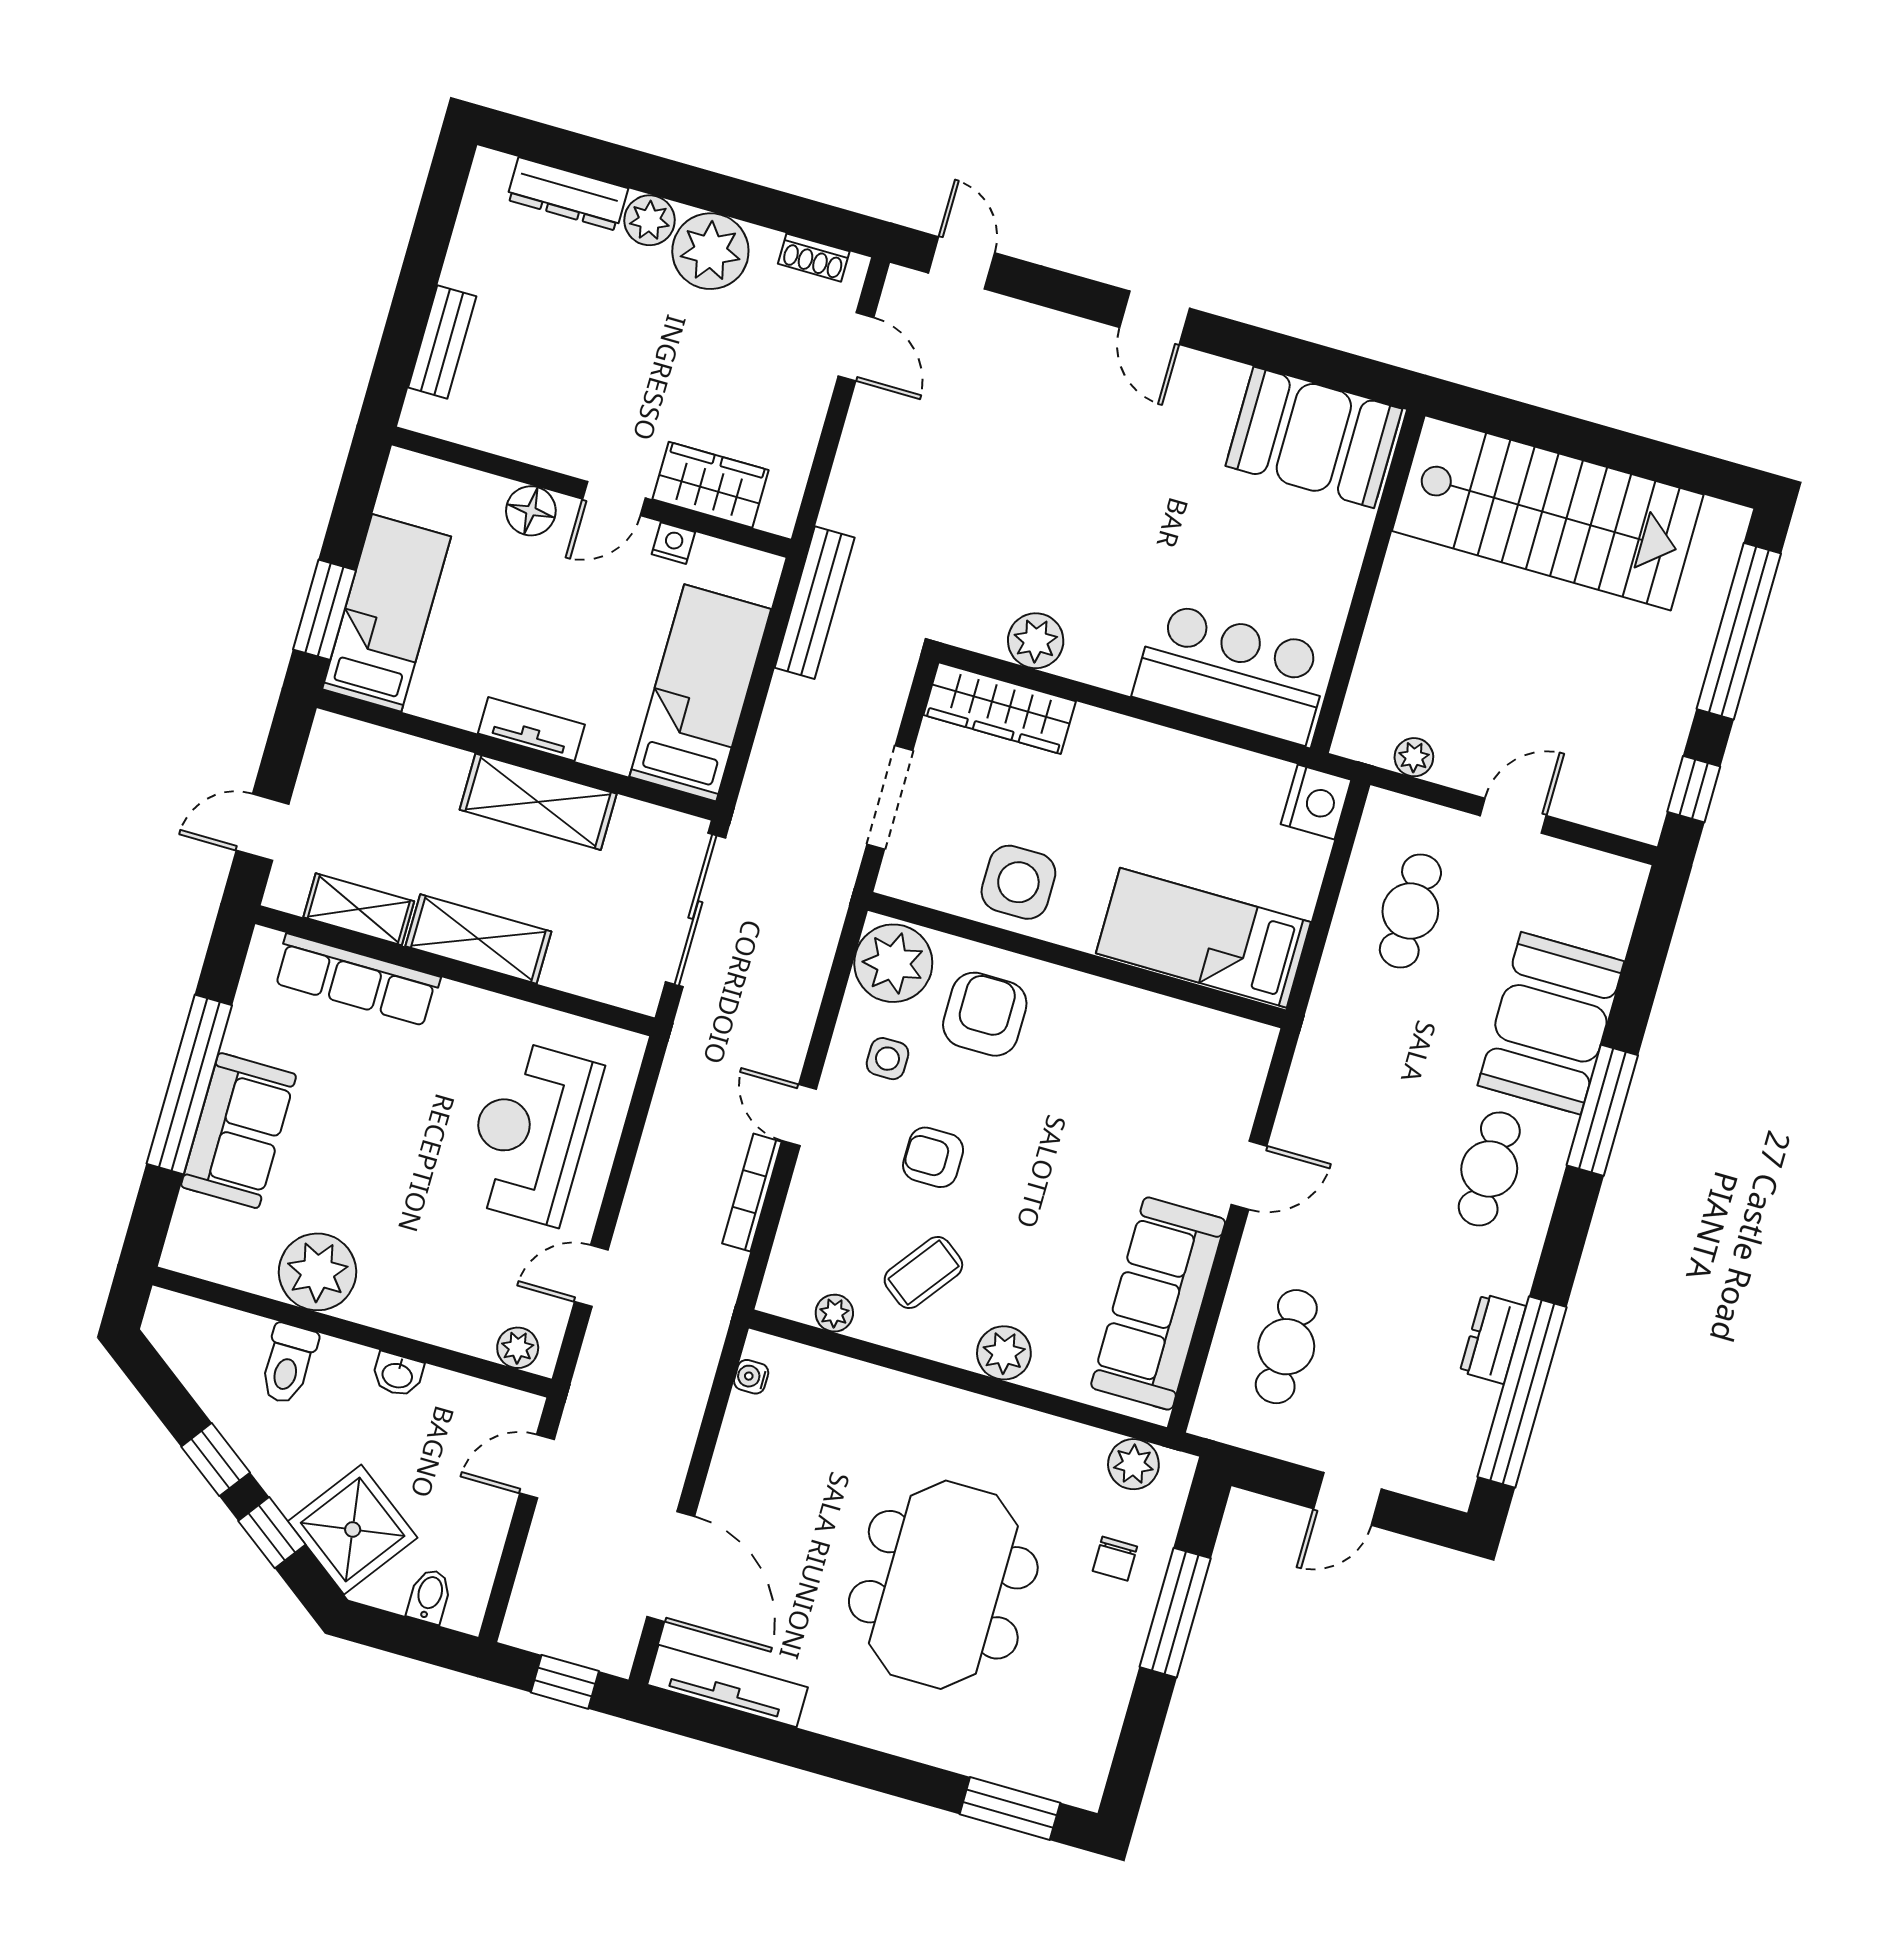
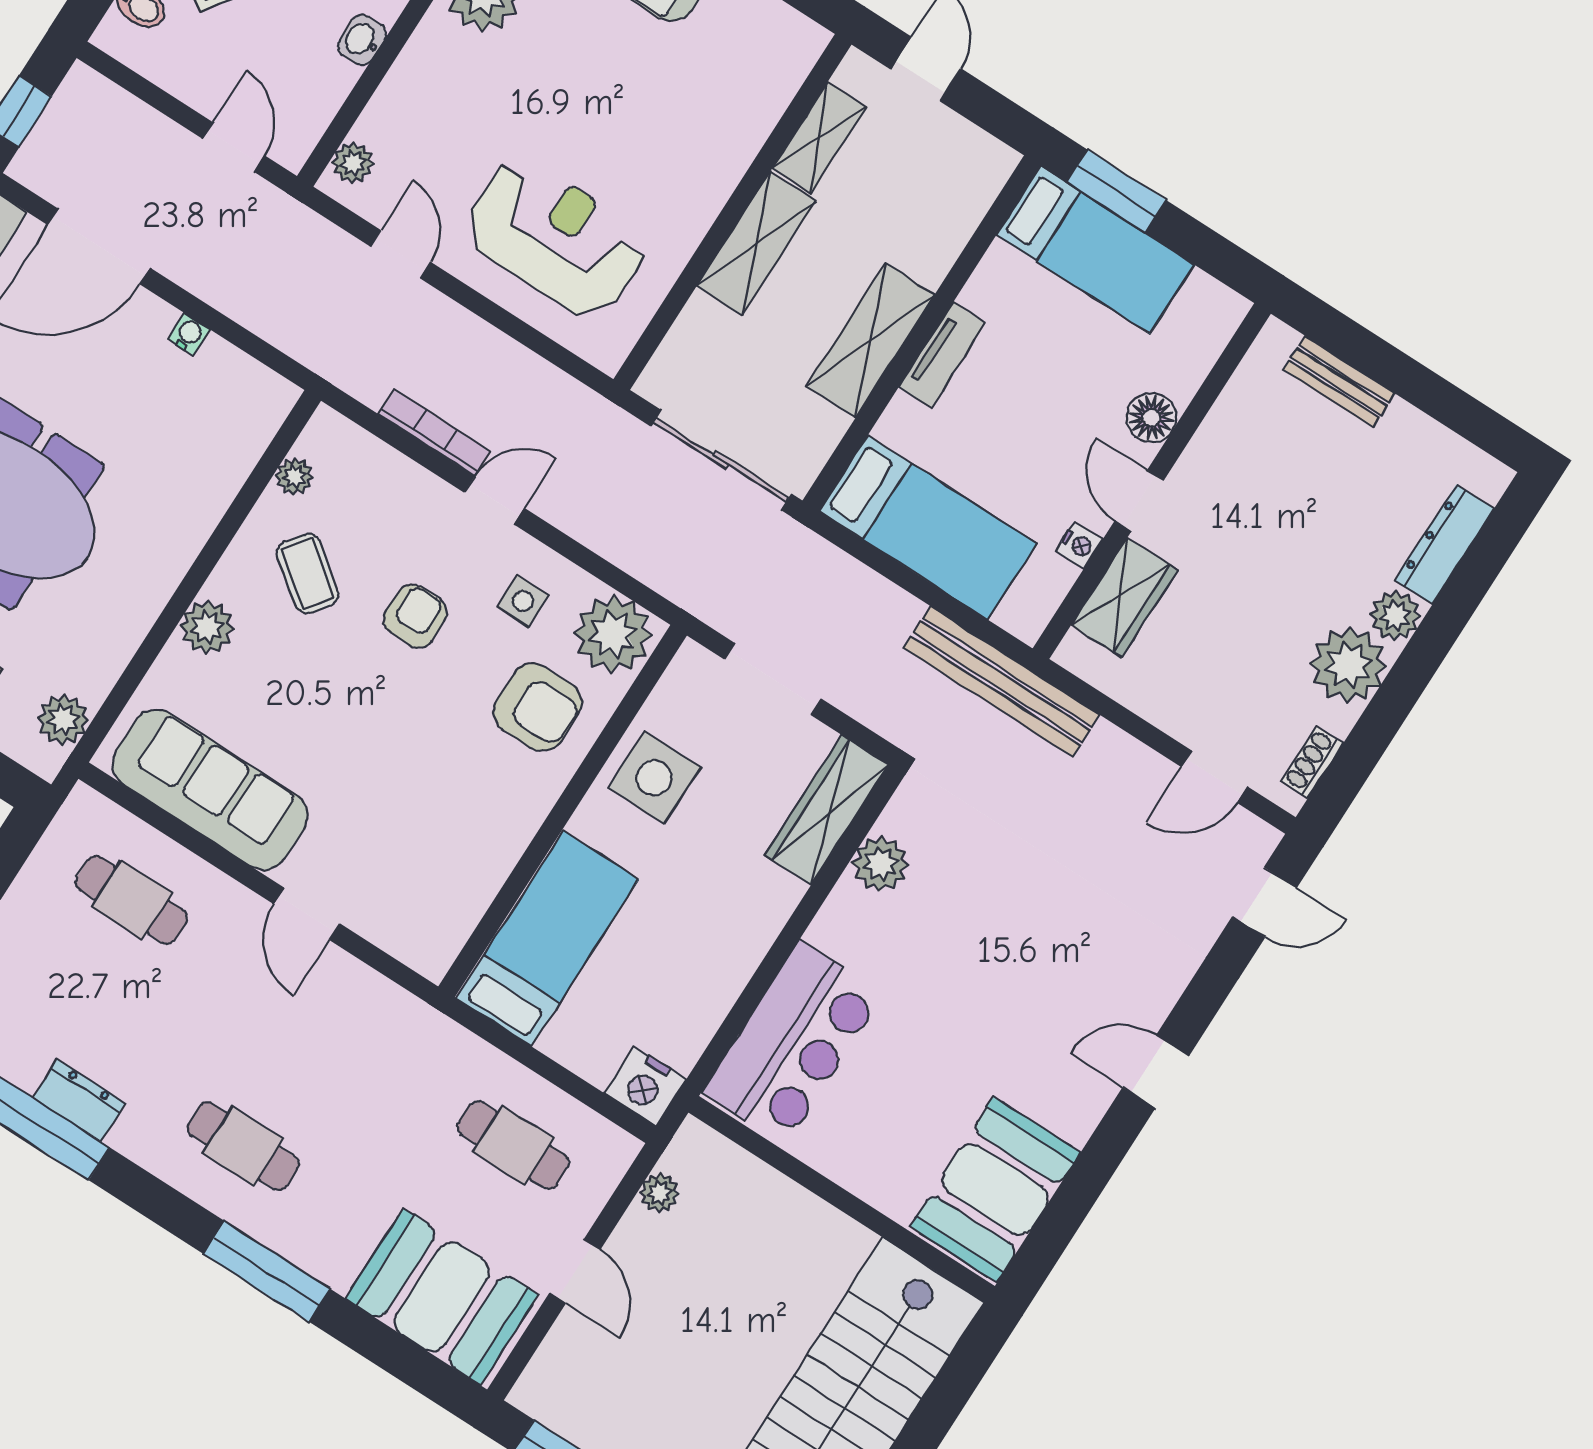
bench: (815, 603) -> (1002, 682), width x1.37, depth x1.21
row of seats: (357, 980) -> (752, 115), removed
booth: (1551, 1023) -> (442, 1297), moved
water cooler: (751, 1377) -> (189, 334), moved

